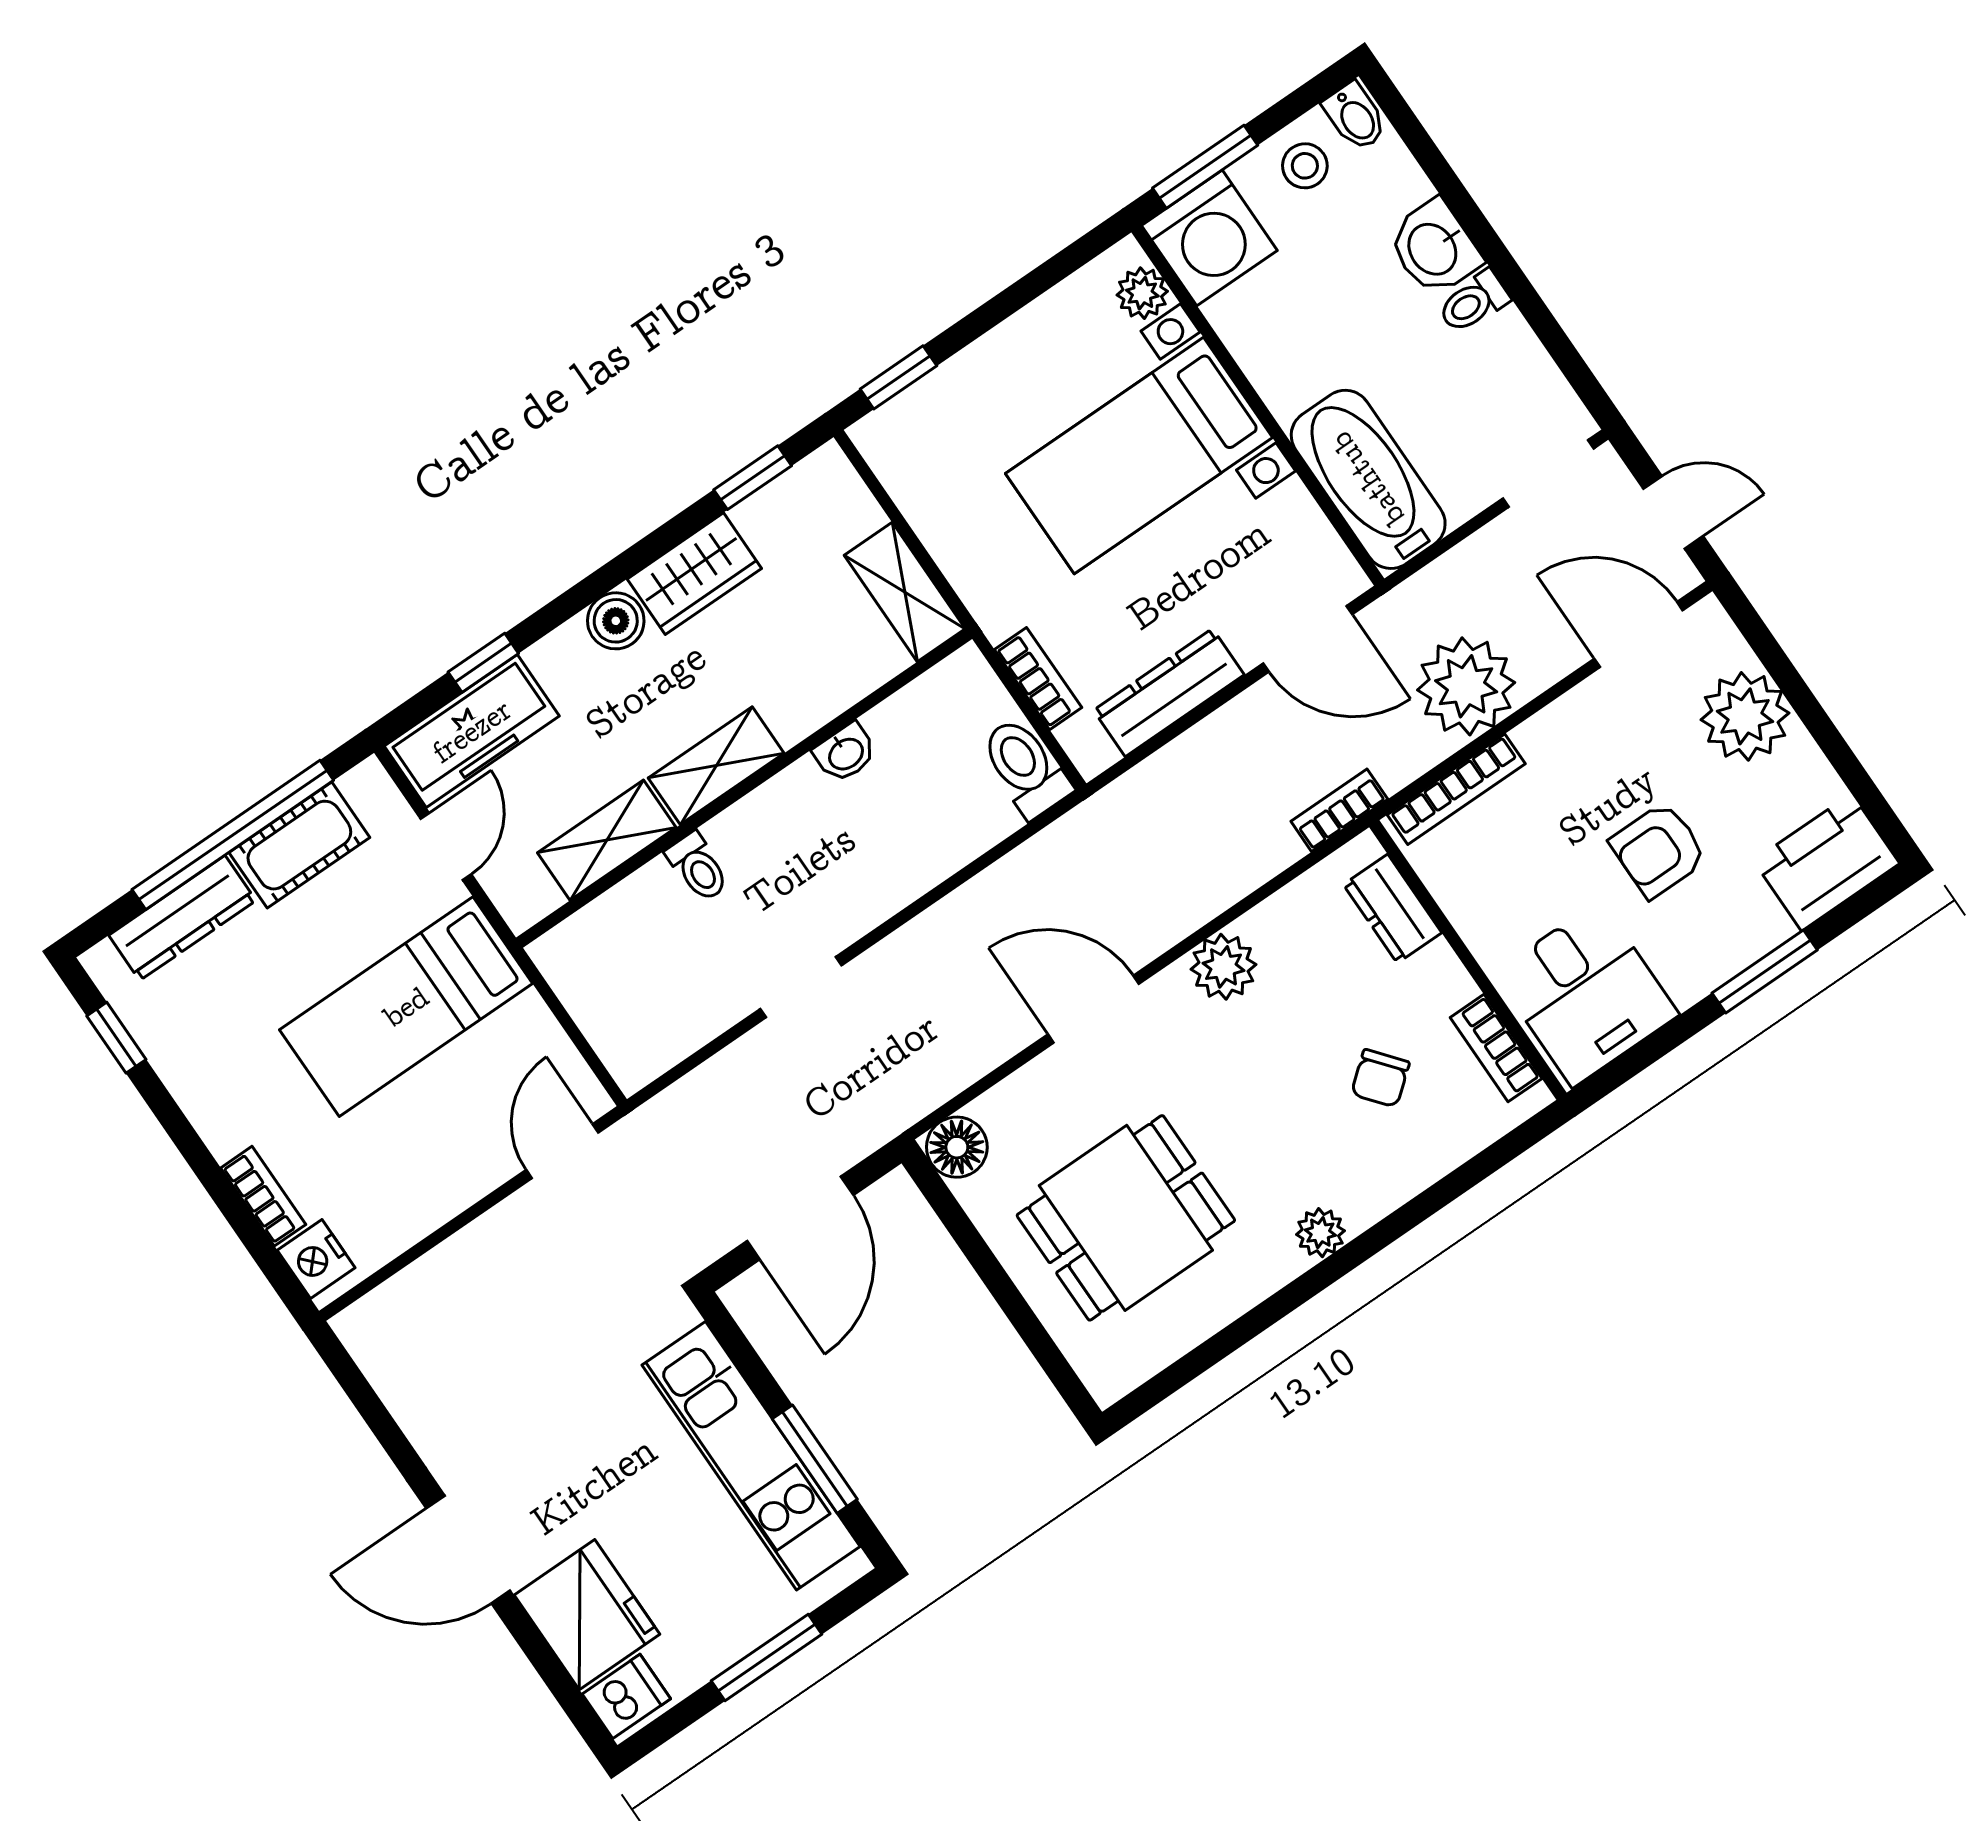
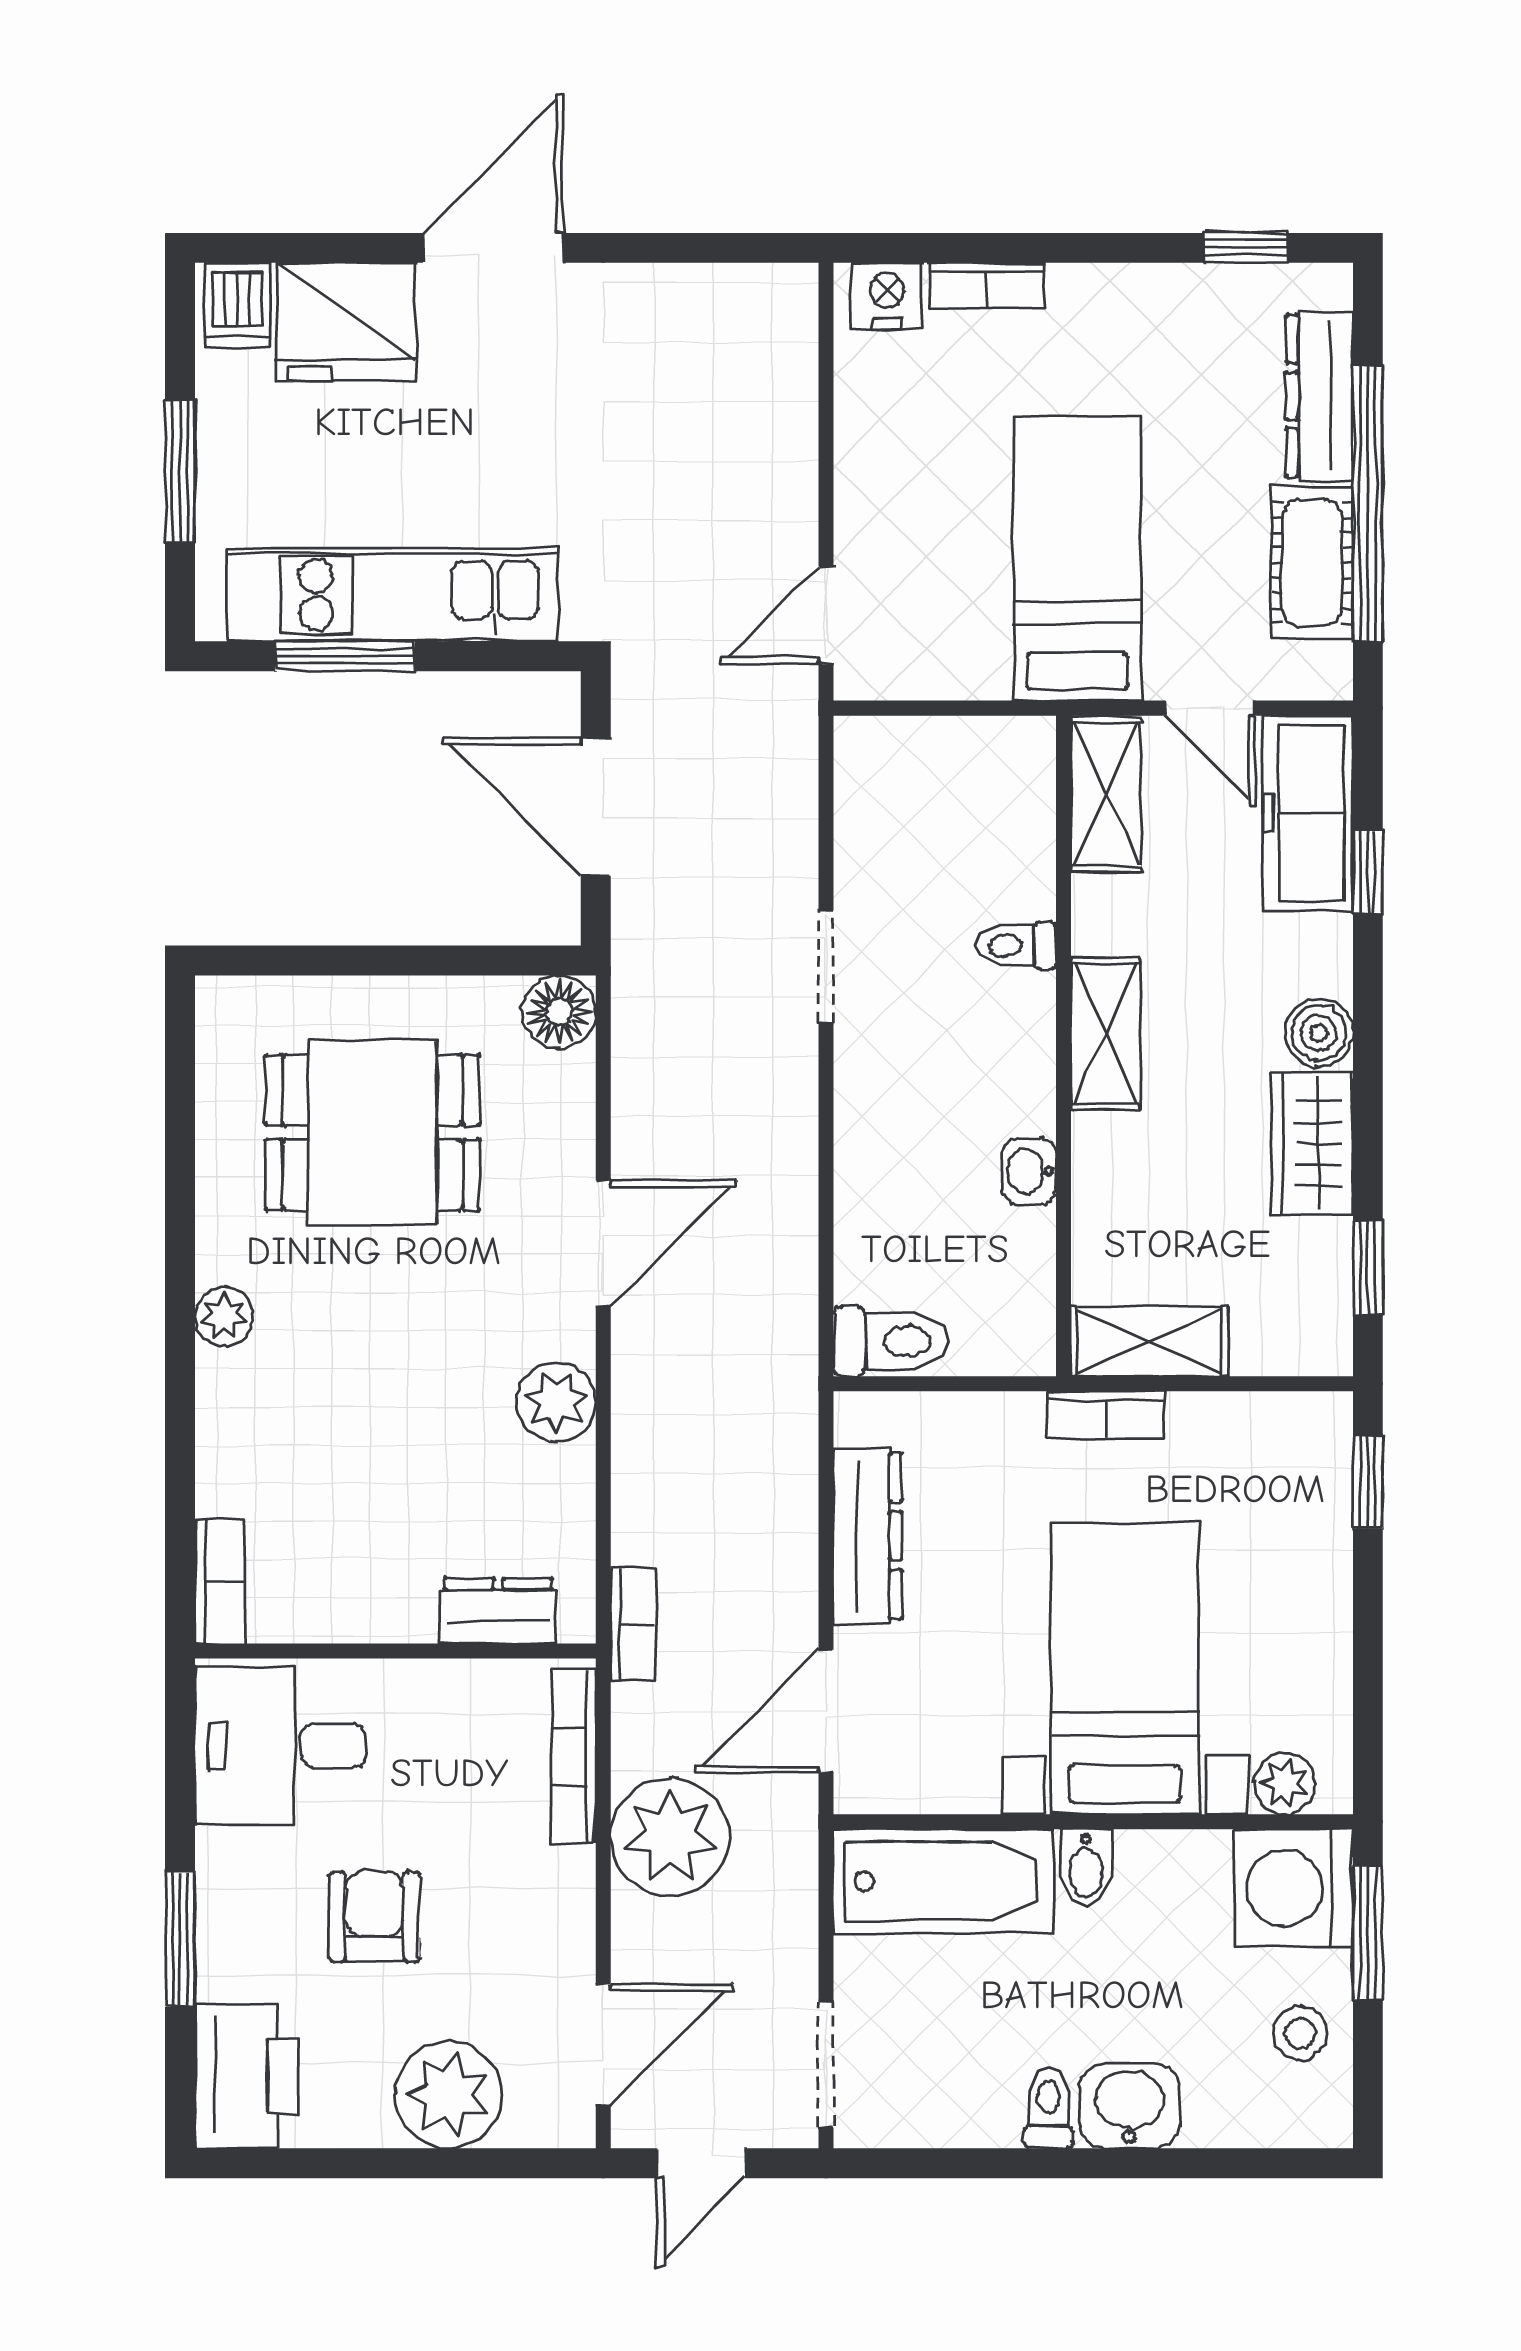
bidet: (1355, 117) -> (1086, 1867), moved, turned -90
bookcase: (1038, 679) -> (1106, 1415), moved
shelving: (607, 840) -> (1106, 794), moved
bookcase: (1496, 1048) -> (220, 1581), moved, turned 90
chair: (1380, 1078) -> (337, 1482), removed
door: (562, 1151) -> (826, 615), swing flipped
dining table: (1126, 1218) -> (373, 1132), turned 90

